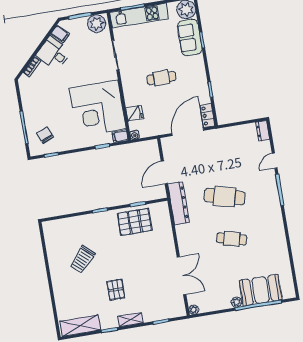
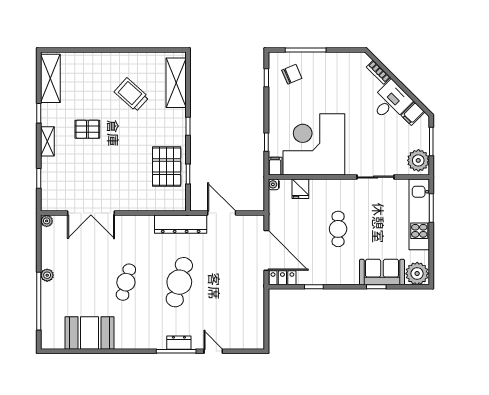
dresser: (263, 131) -> (179, 343), moved
shelving: (67, 226) -> (176, 83), added
booth: (261, 290) -> (90, 333), moved, turned 90

